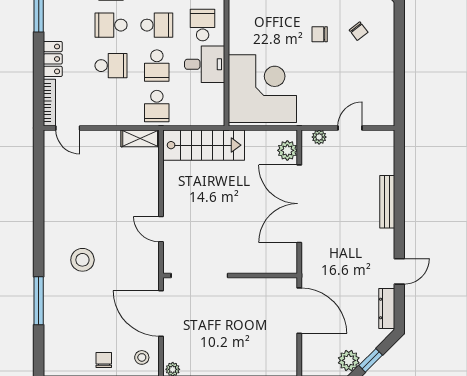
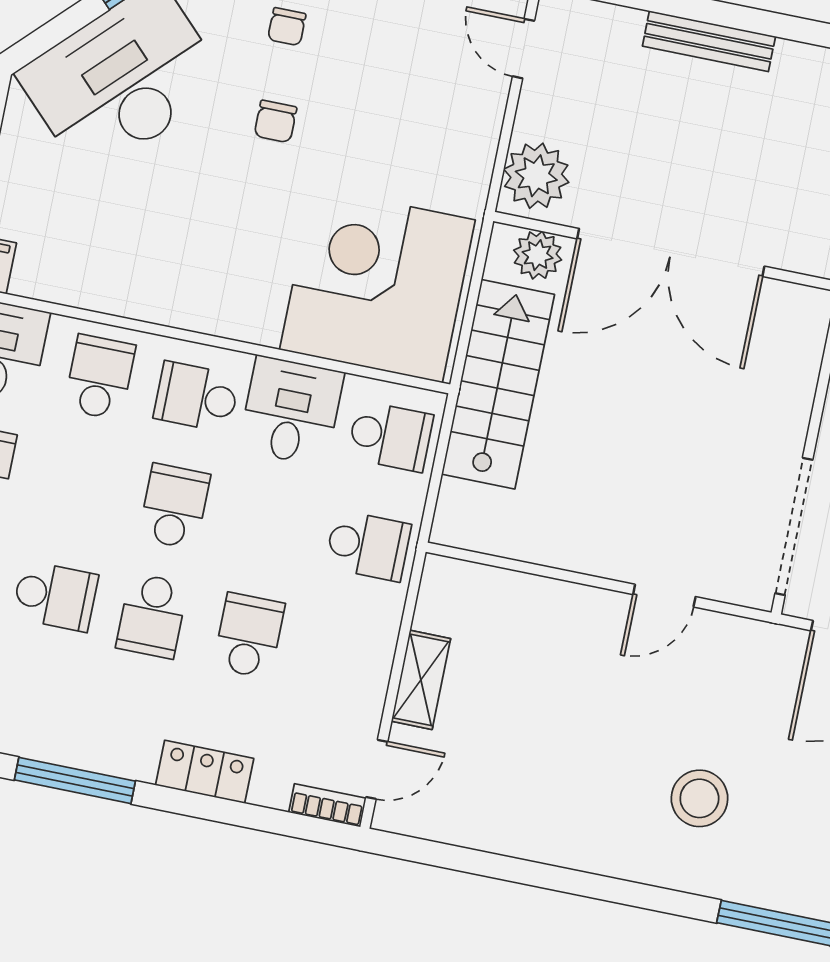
chair: (359, 31) -> (287, 27), turned 128
school desk: (157, 66) -> (390, 436), moved
bookcase: (49, 103) -> (327, 805), width x0.64
door: (350, 128) -> (523, 49), moved
plant: (319, 137) -> (536, 176), width x1.87, depth x1.87
shelving: (140, 138) -> (421, 680), moved
stairs: (204, 145) -> (498, 384), moved

